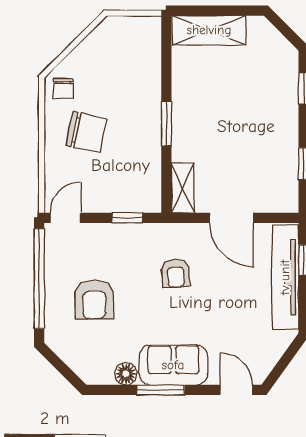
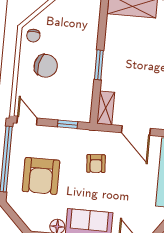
door: (65, 218) -> (27, 121), hinge flipped
armchair: (94, 299) -> (41, 176), width x1.36, depth x1.36

